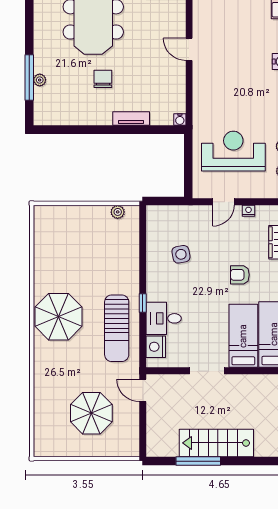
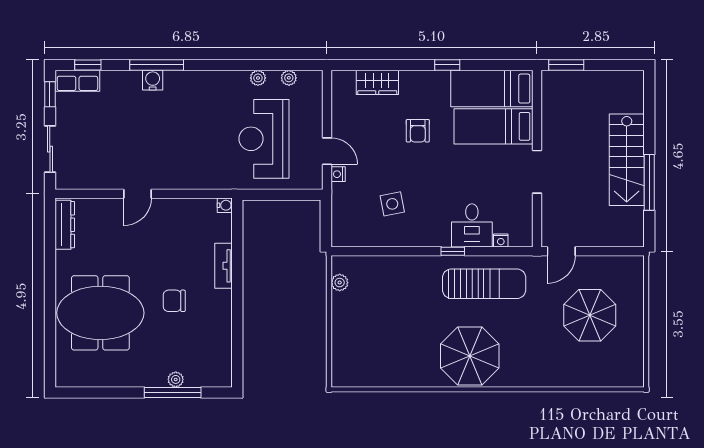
nightstand: (248, 211) -> (338, 174), moved
nightstand: (156, 347) -> (501, 240), width x0.53, depth x0.56

